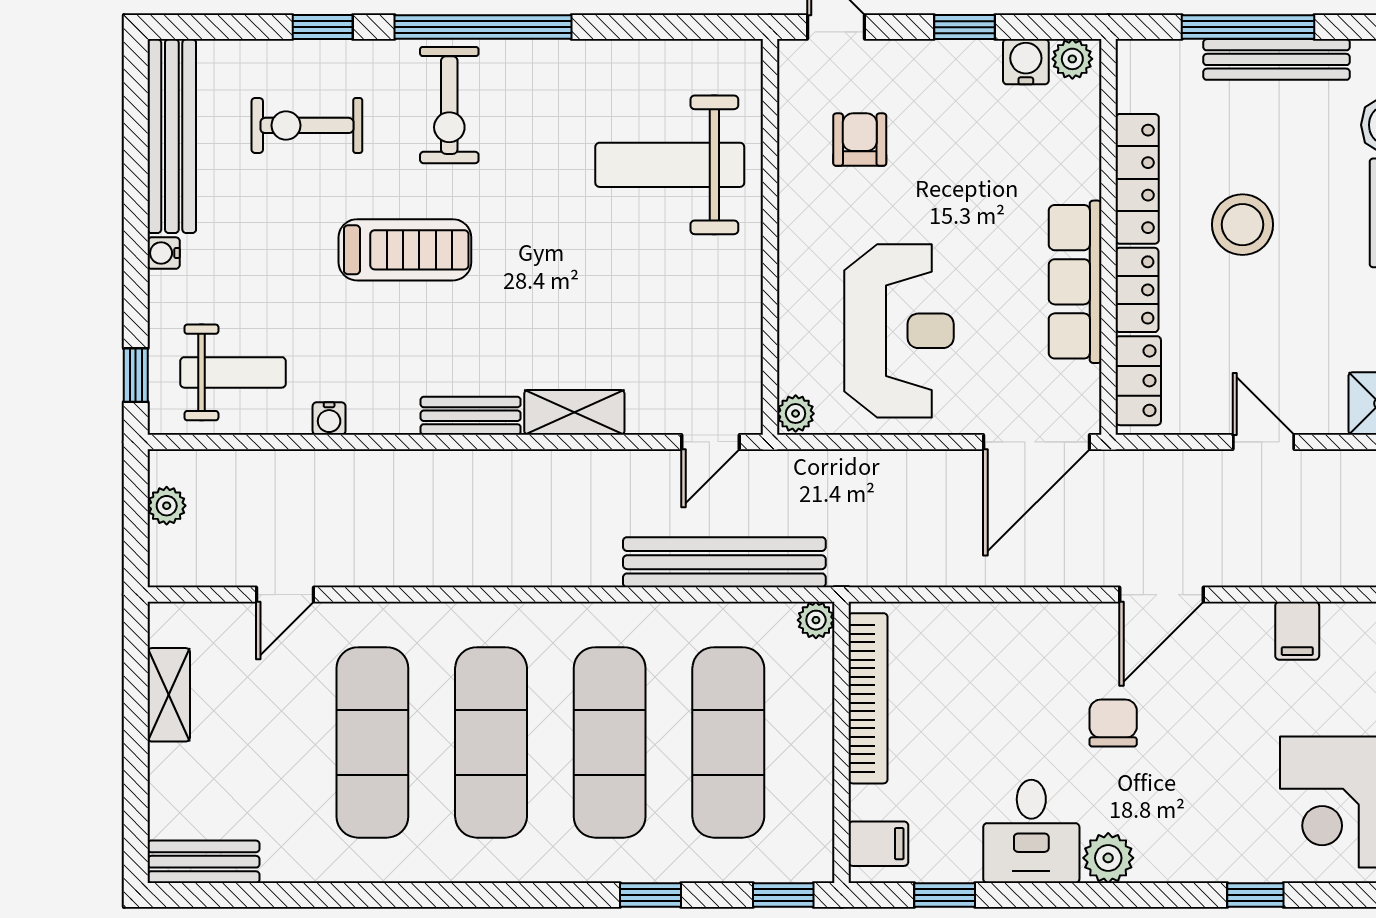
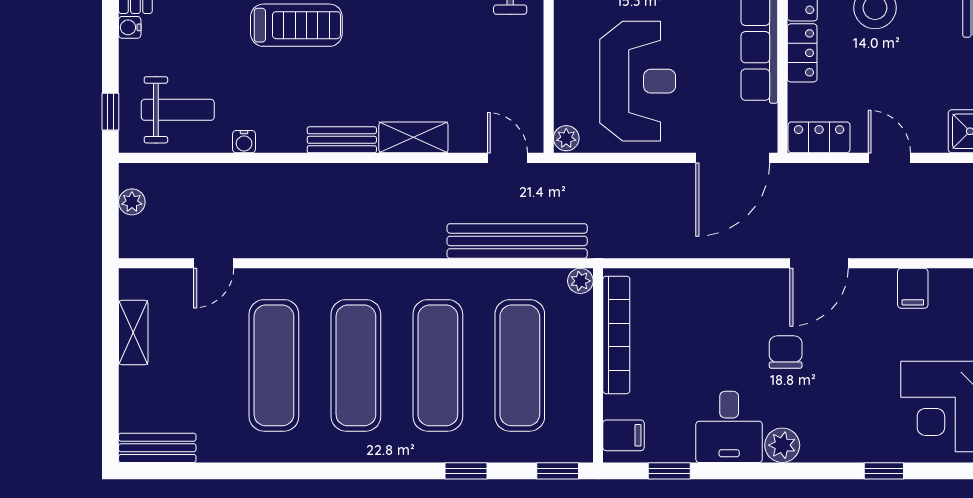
locker: (1138, 381) -> (819, 137), moved, turned -90
door: (711, 442) -> (508, 158), swing flipped

